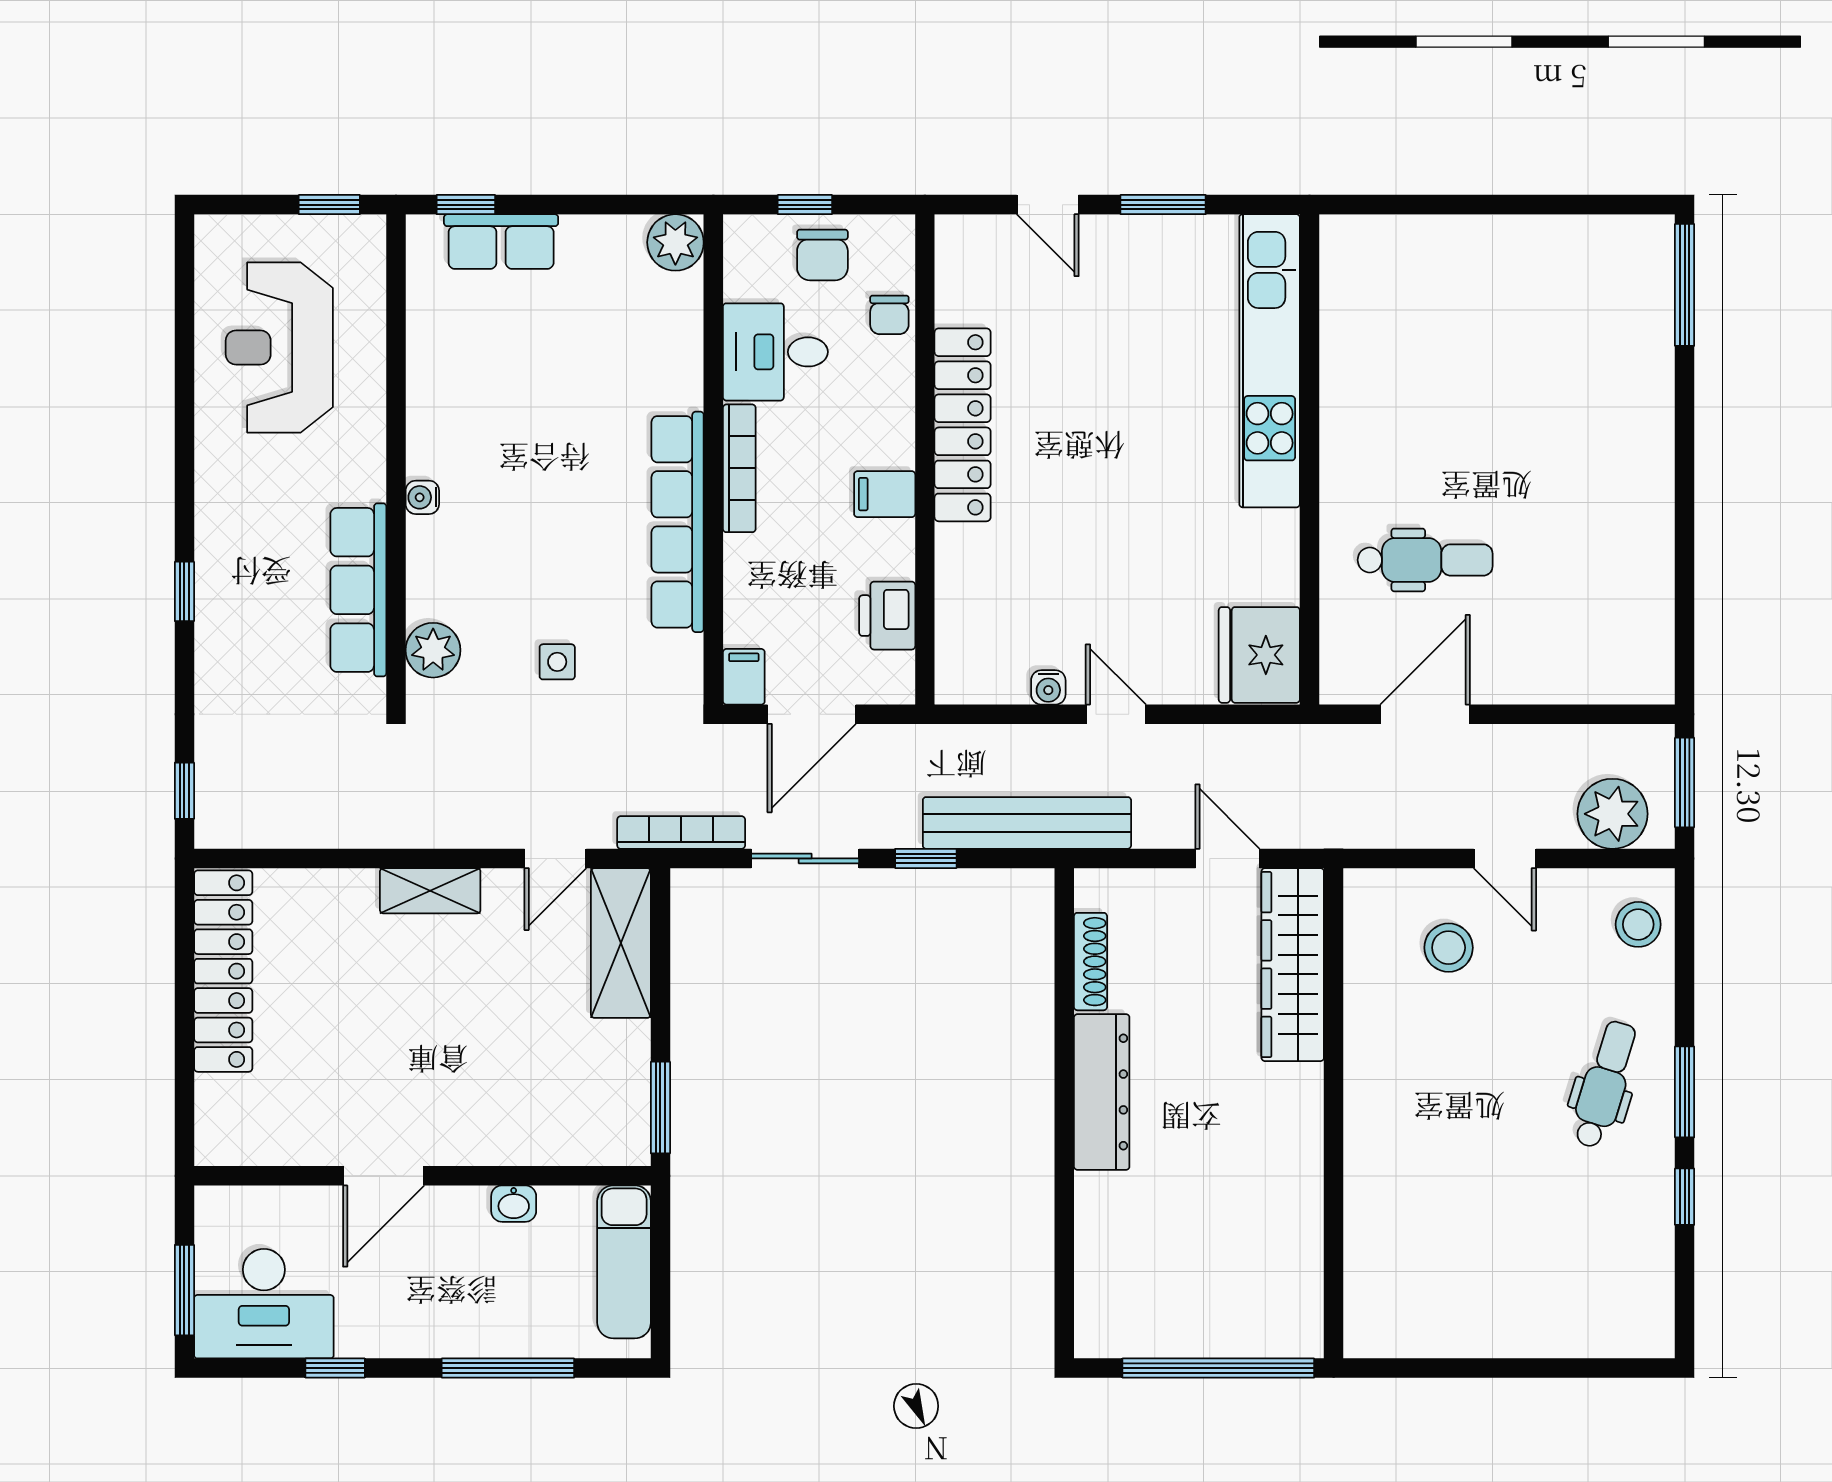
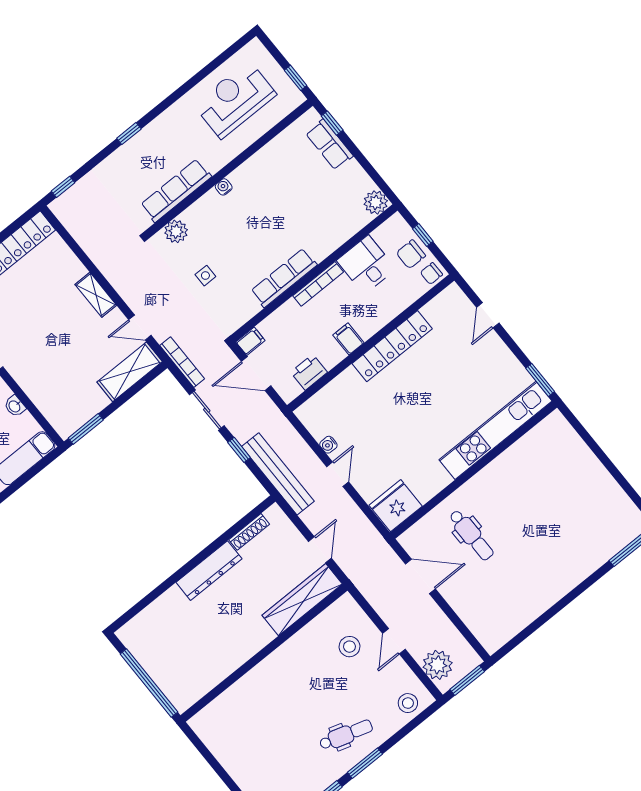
window: (1163, 205) -> (540, 380), moved
chair: (889, 315) -> (431, 274), moved
row of seats: (678, 522) -> (284, 278), width x0.73

